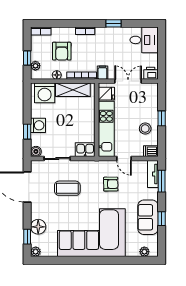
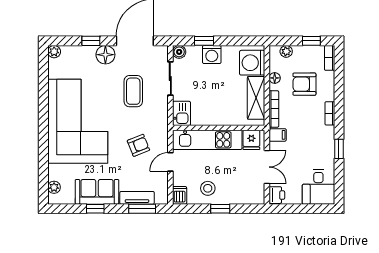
window: (27, 58) -> (311, 41), moved
tv unit: (153, 174) -> (137, 198), moved
armchair: (111, 184) -> (138, 145), turned -111
floor lamp: (38, 227) -> (105, 55), moved
window: (27, 237) -> (91, 41), moved

